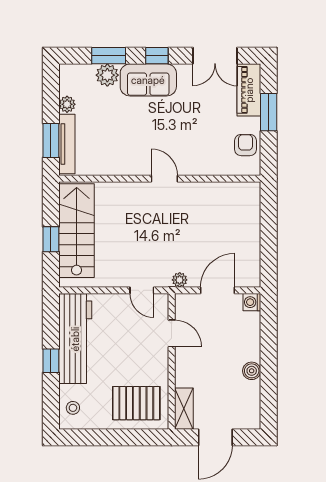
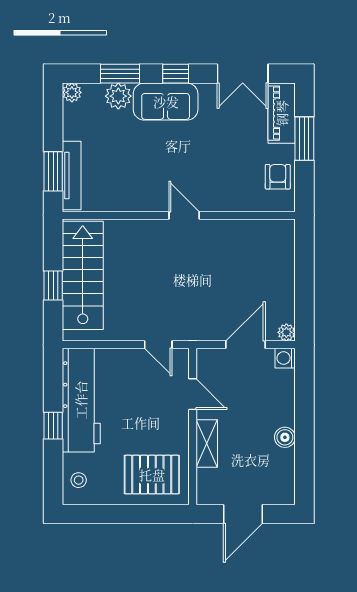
plant: (67, 104) -> (72, 92), moved
plant: (180, 280) -> (286, 332), moved
shelving: (184, 409) -> (207, 443), moved

